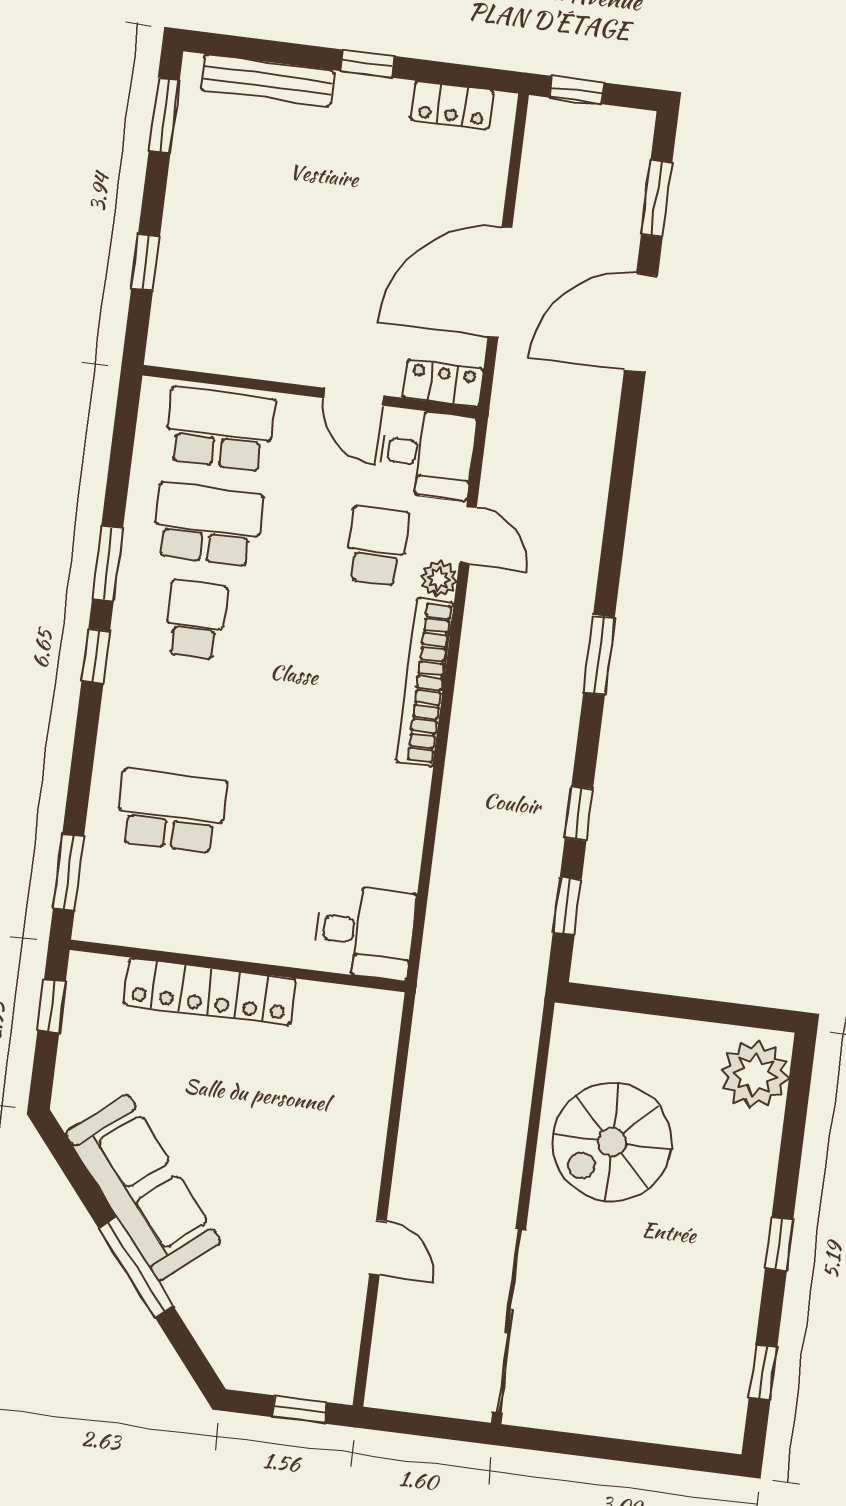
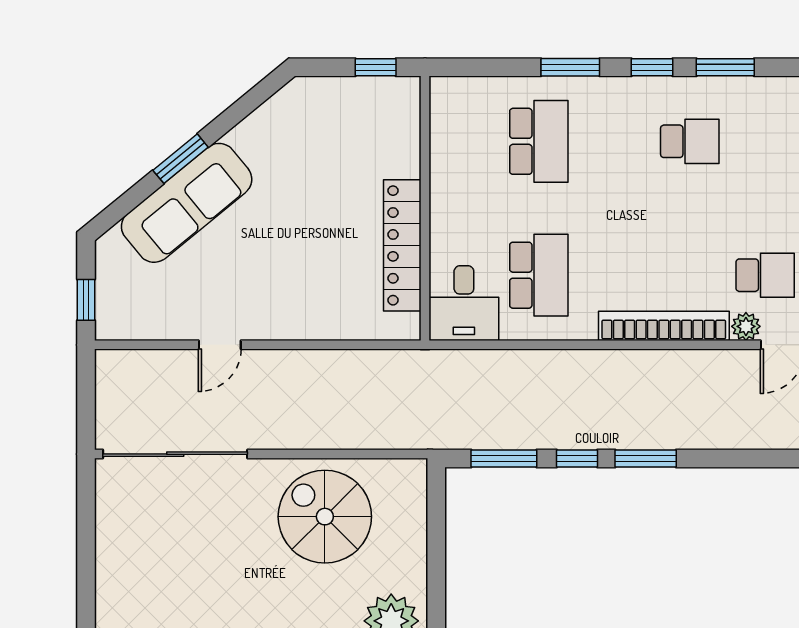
school desk: (208, 525) -> (539, 275), moved
window: (599, 655) -> (646, 459), moved
window: (69, 872) -> (570, 67), moved
window: (567, 906) -> (504, 459), width x1.50
locker: (210, 991) -> (402, 245), moved
sofa: (143, 1188) -> (187, 203), moved
window: (136, 1267) -> (181, 159), width x0.69

